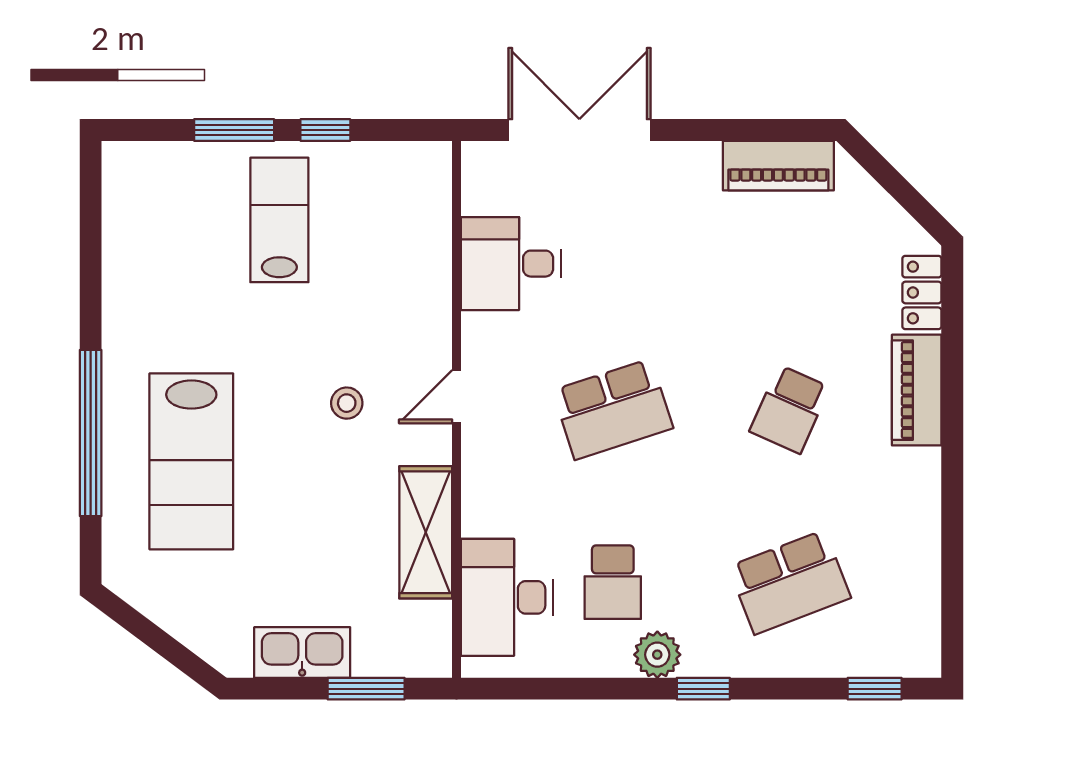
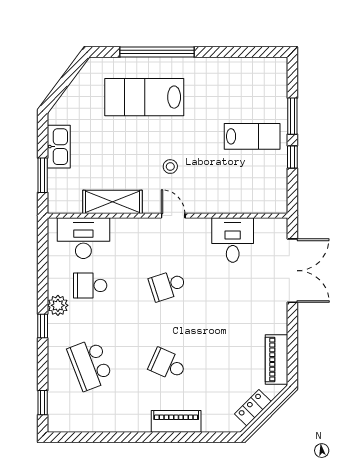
locker: (922, 292) -> (253, 408), moved, turned -45
school desk: (613, 409) -> (168, 285), width x0.54

